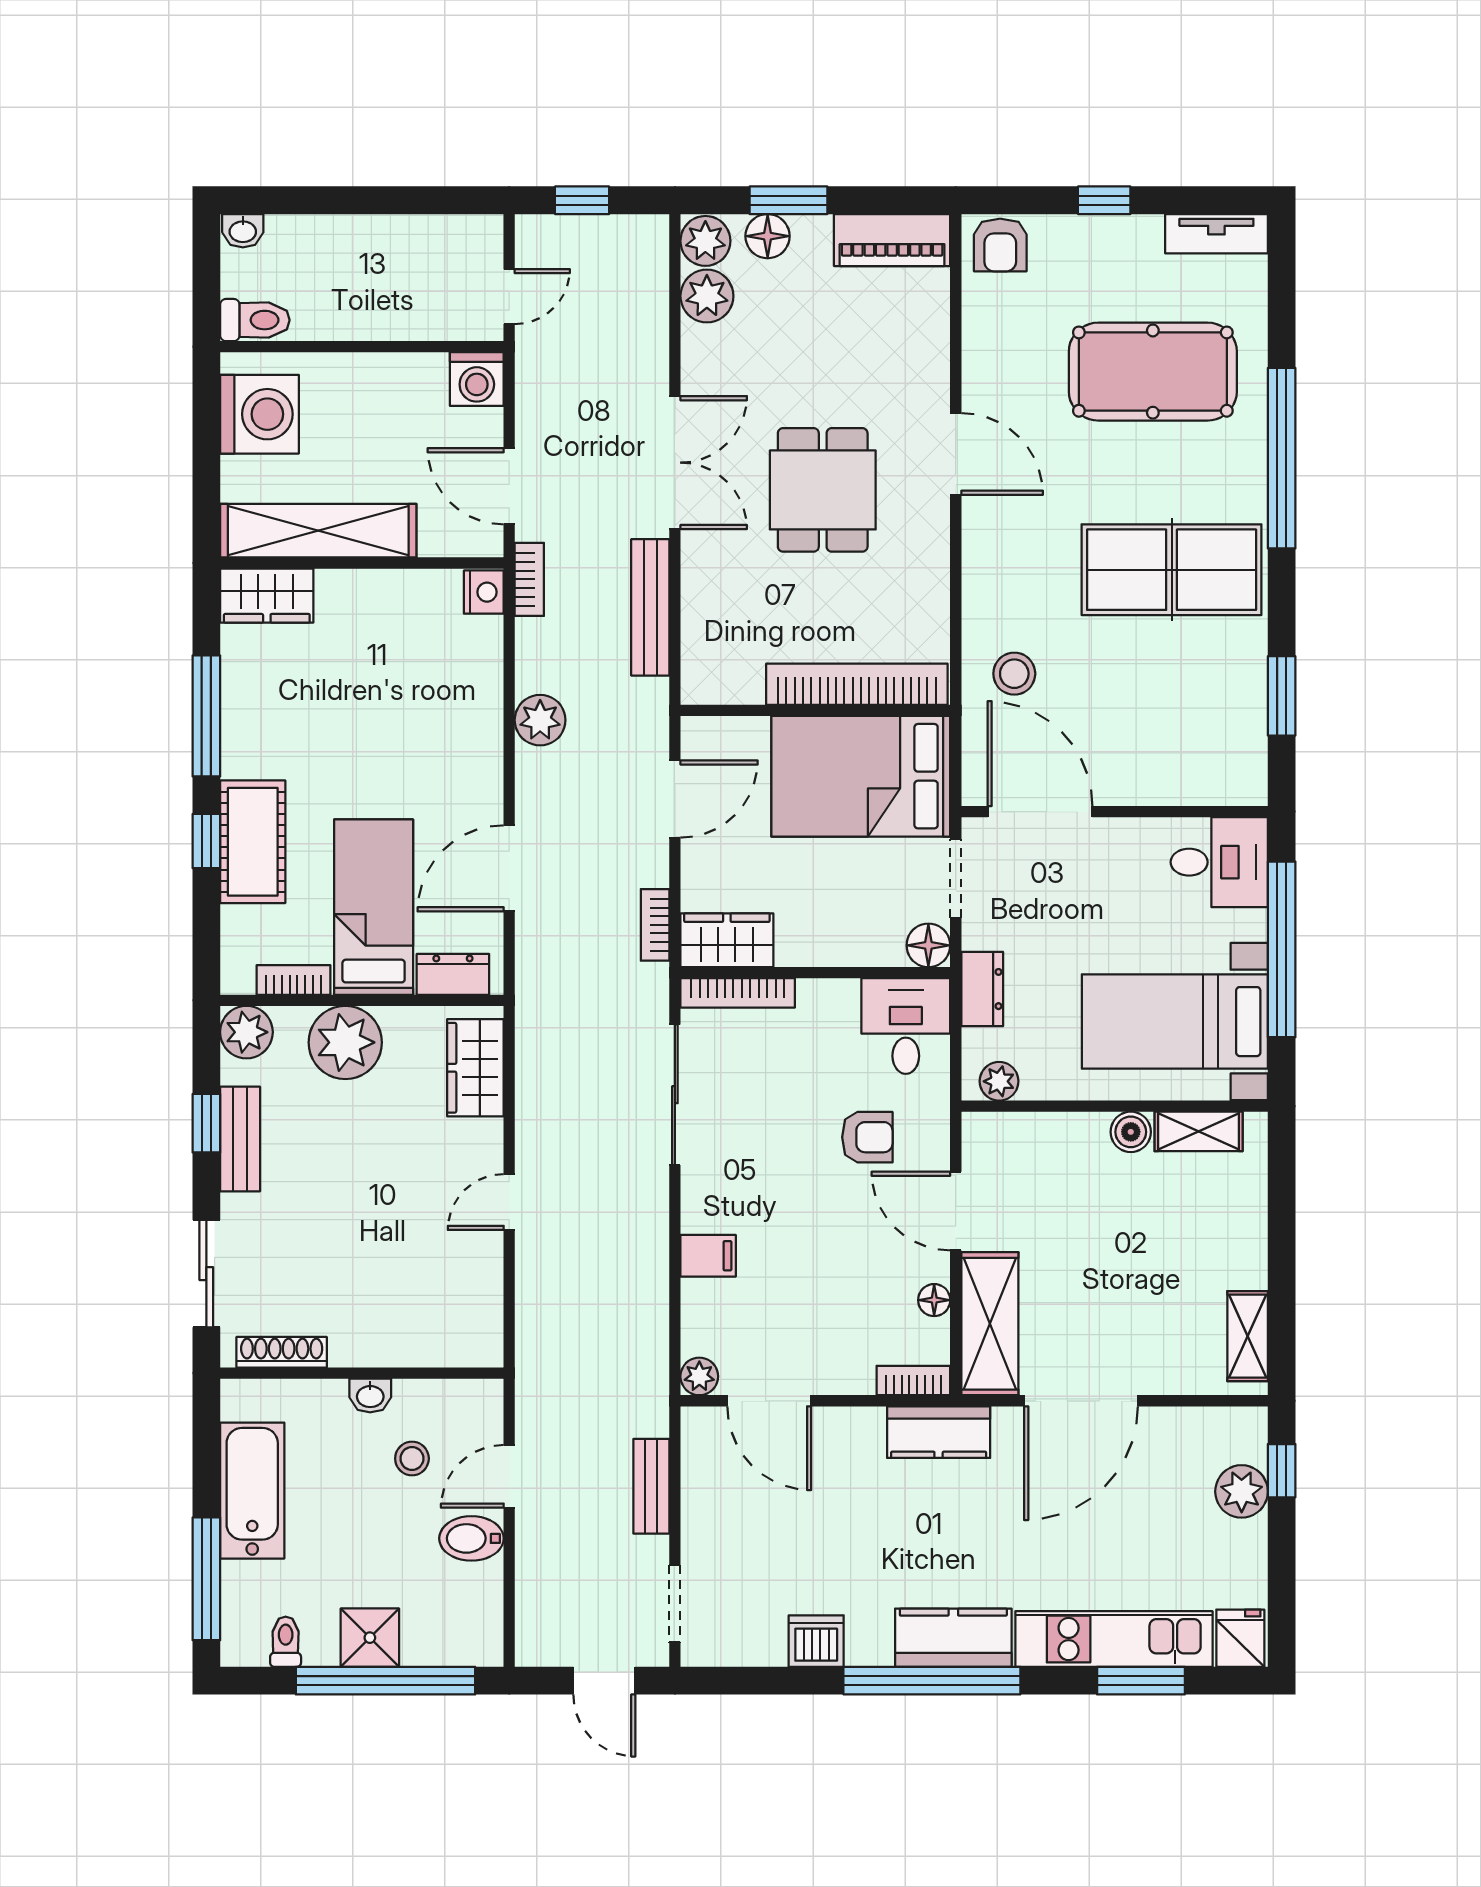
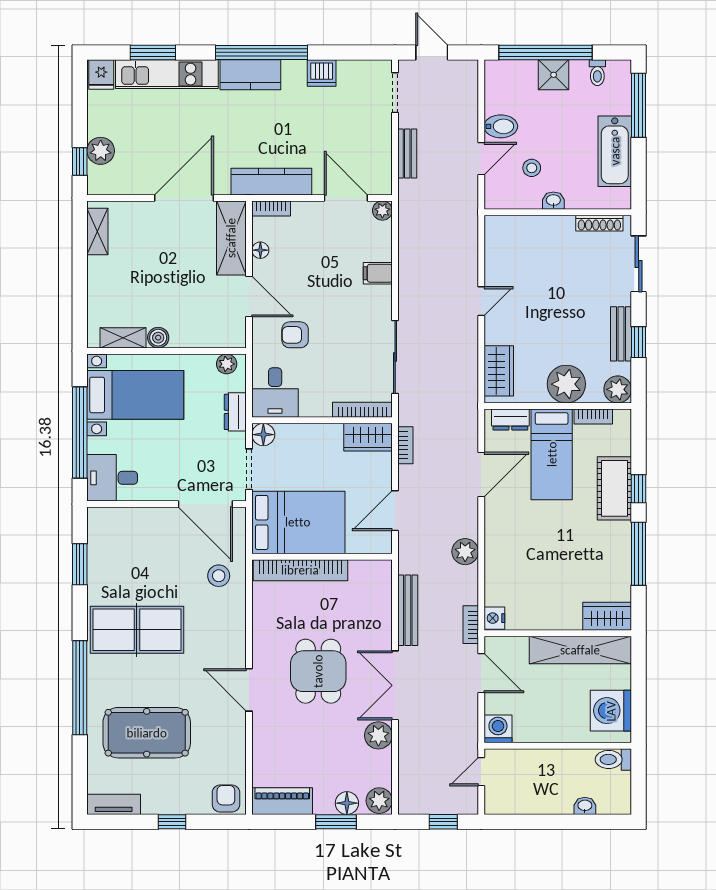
washbasin: (243, 231) -> (585, 806), moved
plant: (707, 296) -> (378, 735), moved
kitchen counter: (939, 1432) -> (271, 182), width x1.50

